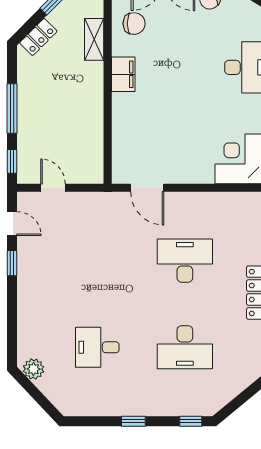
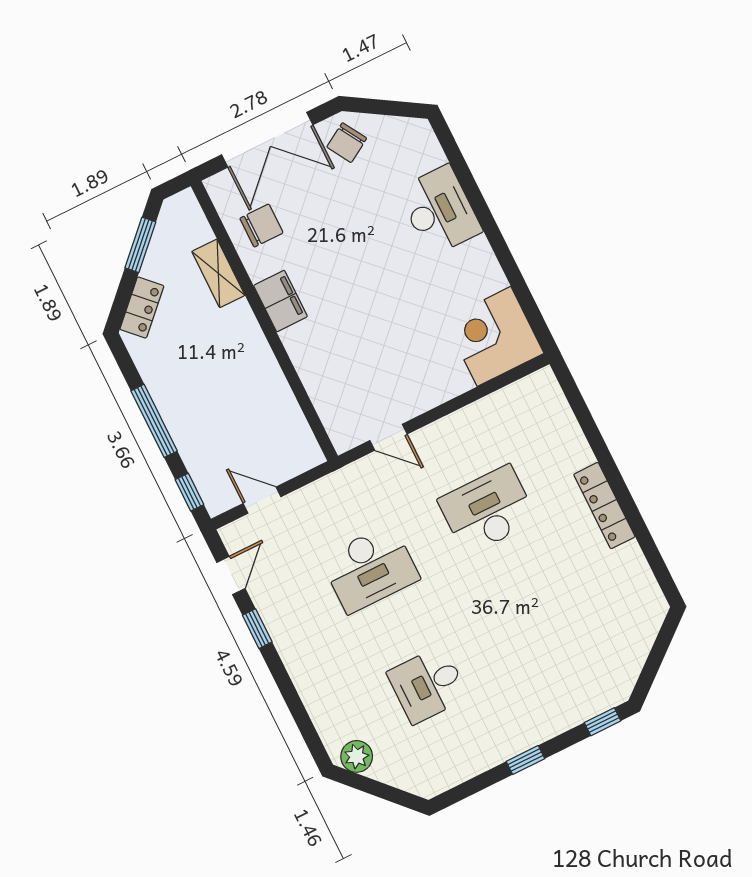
door: (147, 188) -> (389, 437), width x0.73
door: (12, 224) -> (231, 576), hinge flipped
desk: (185, 347) -> (370, 568), moved

